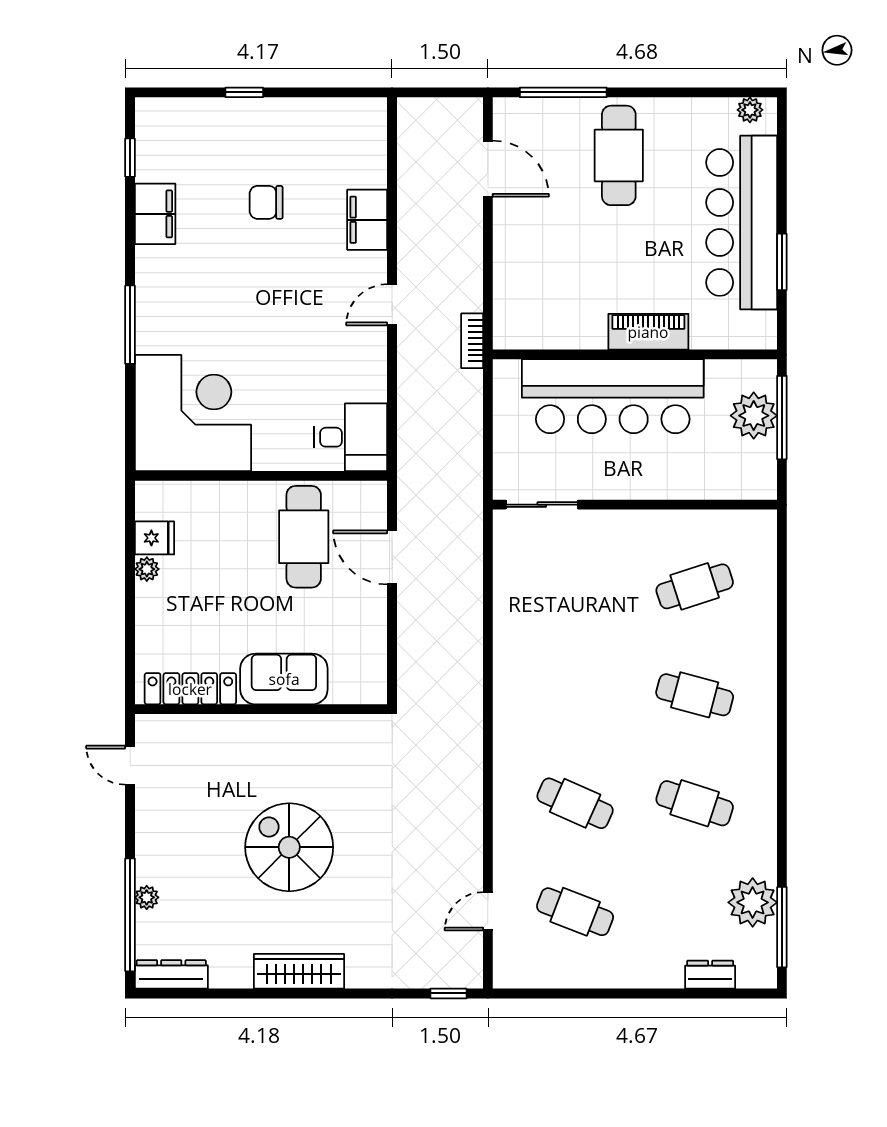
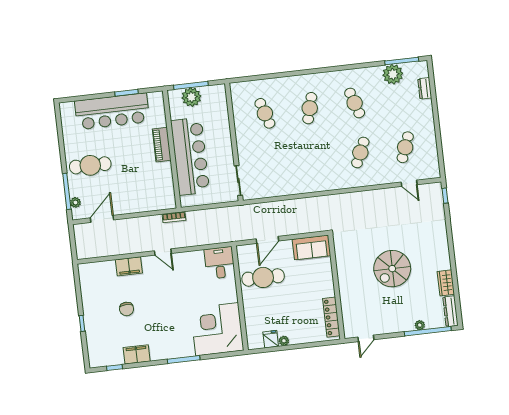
plant: (750, 110) -> (75, 202), moved
sofa: (284, 679) -> (311, 247), moved, turned -90
cafe table: (695, 803) -> (355, 103), turned -36
wardrobe: (299, 971) -> (446, 283), moved, width x0.67

